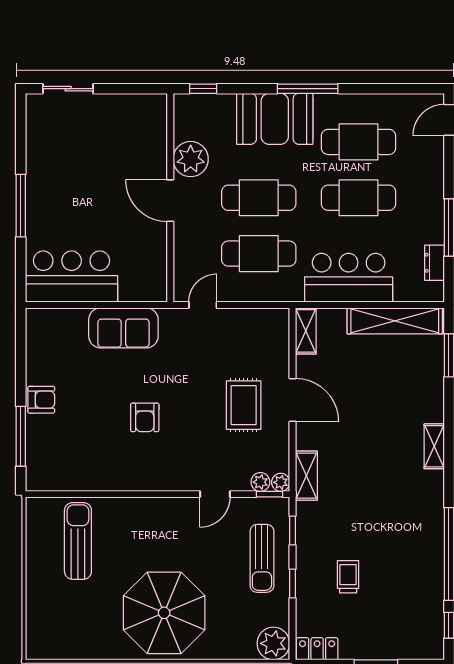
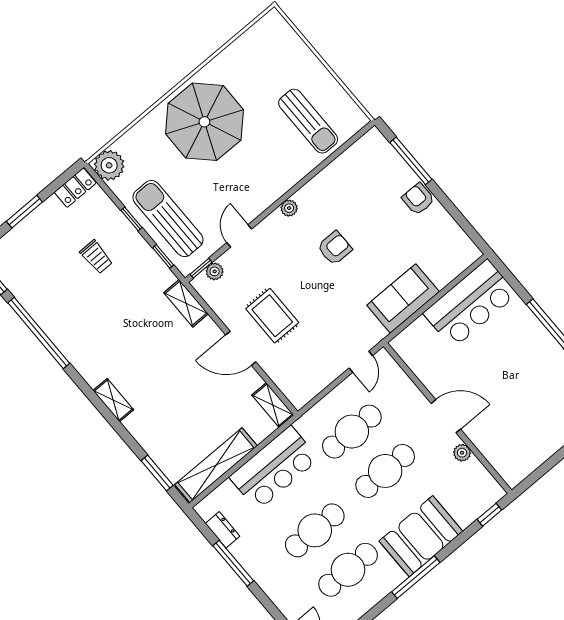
plant: (191, 159) -> (462, 453), width x0.53, depth x0.53
armchair: (41, 400) -> (418, 199), turned 90
armchair: (145, 417) -> (335, 248), turned 90
plant: (281, 482) -> (289, 208), moved
sun lounger: (262, 558) -> (168, 219), width x1.36, depth x1.34

